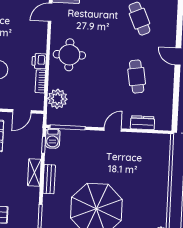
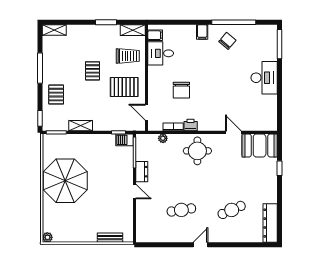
plant: (57, 99) -> (163, 138), width x0.53, depth x0.53
dresser: (143, 123) -> (142, 172), moved
shelving: (34, 172) -> (81, 126), moved
bench: (49, 179) -> (110, 238), moved

